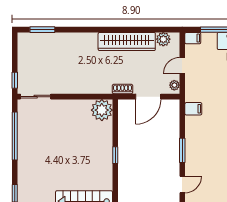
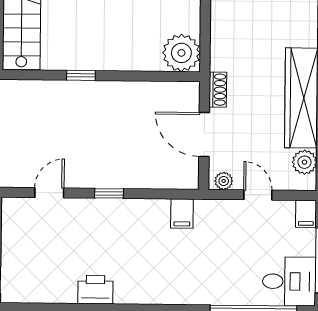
window: (182, 150) -> (109, 193), width x0.67
window: (115, 155) -> (81, 75), moved
door: (182, 184) -> (49, 193), swing flipped

